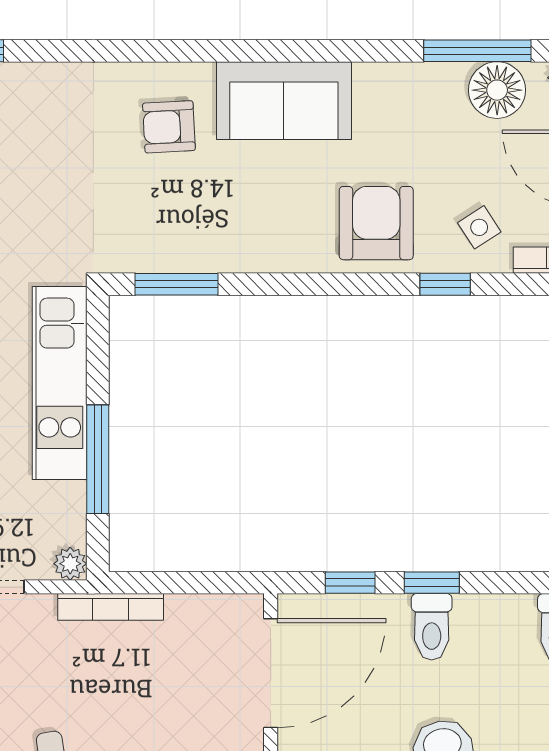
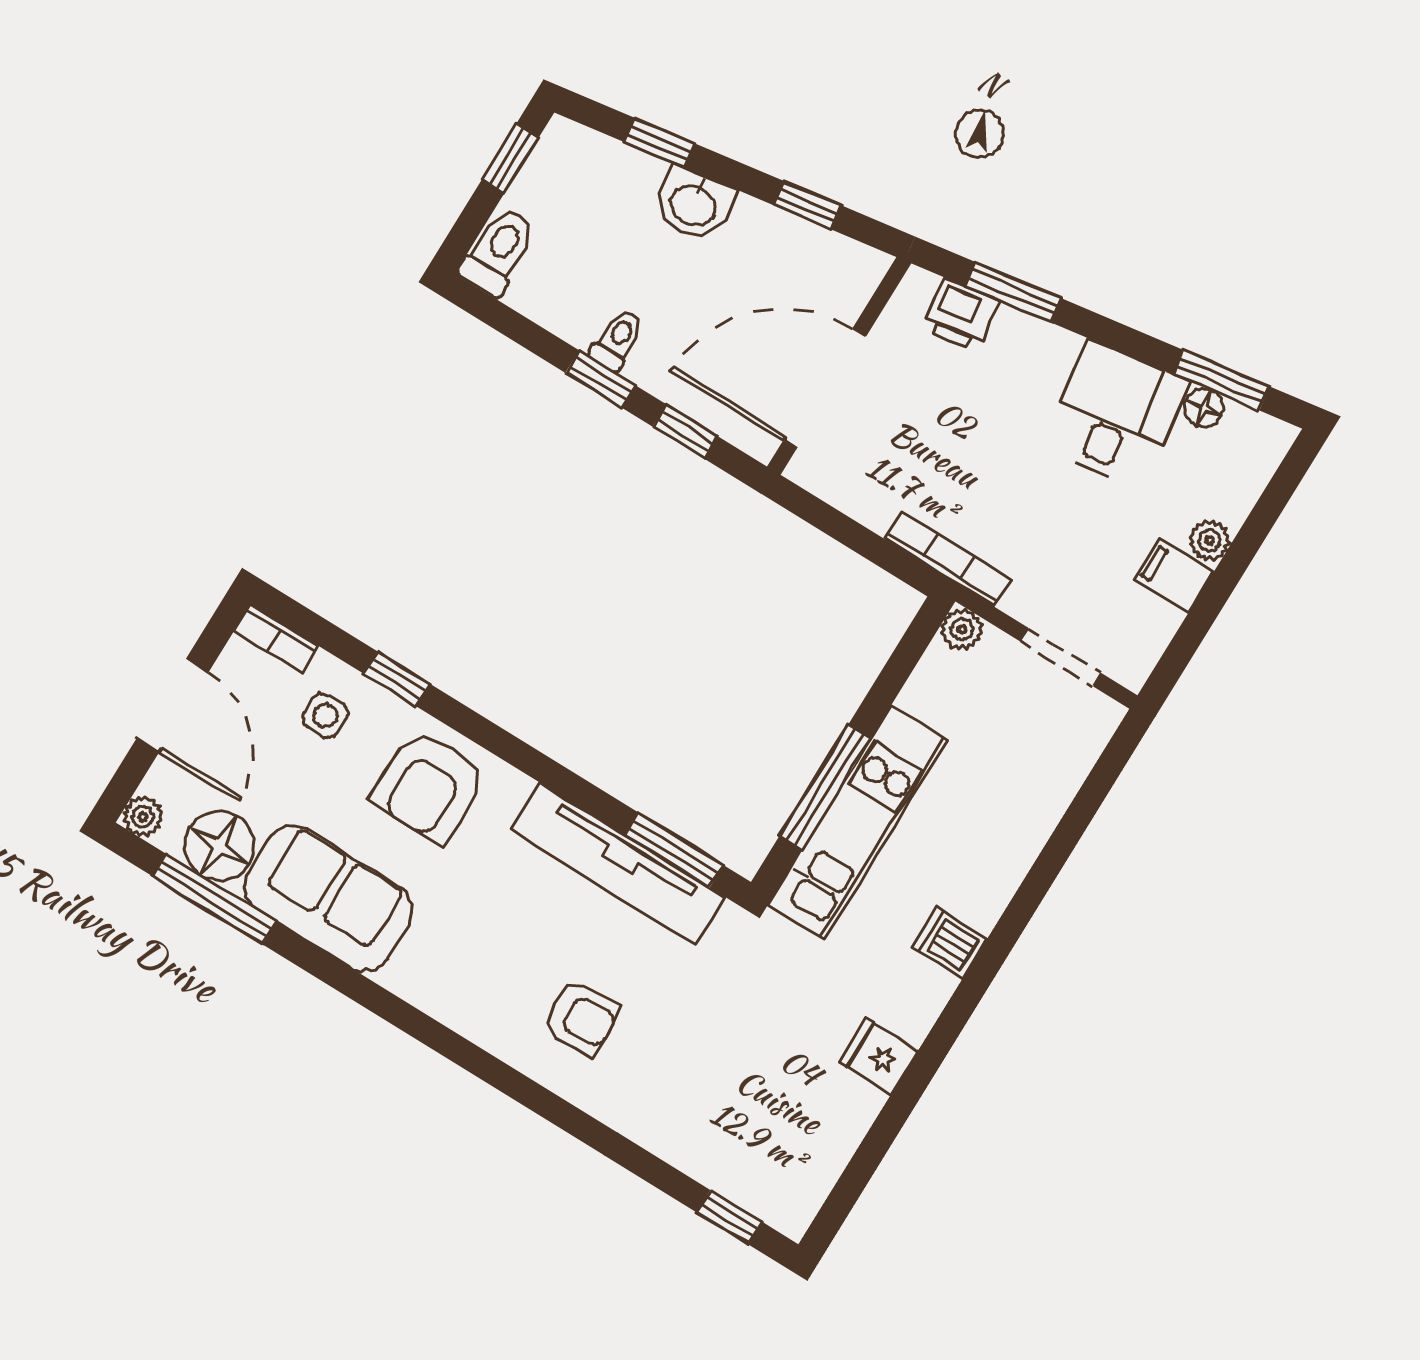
sofa: (284, 101) -> (328, 898), moved
side table: (479, 227) -> (325, 716), turned 33
tv unit: (210, 250) -> (618, 864), added
window: (98, 459) -> (825, 787), moved
toilet: (432, 627) -> (617, 340), width x0.73, depth x0.72

